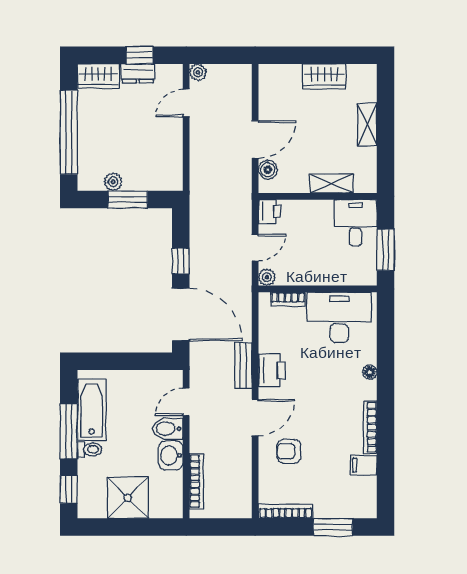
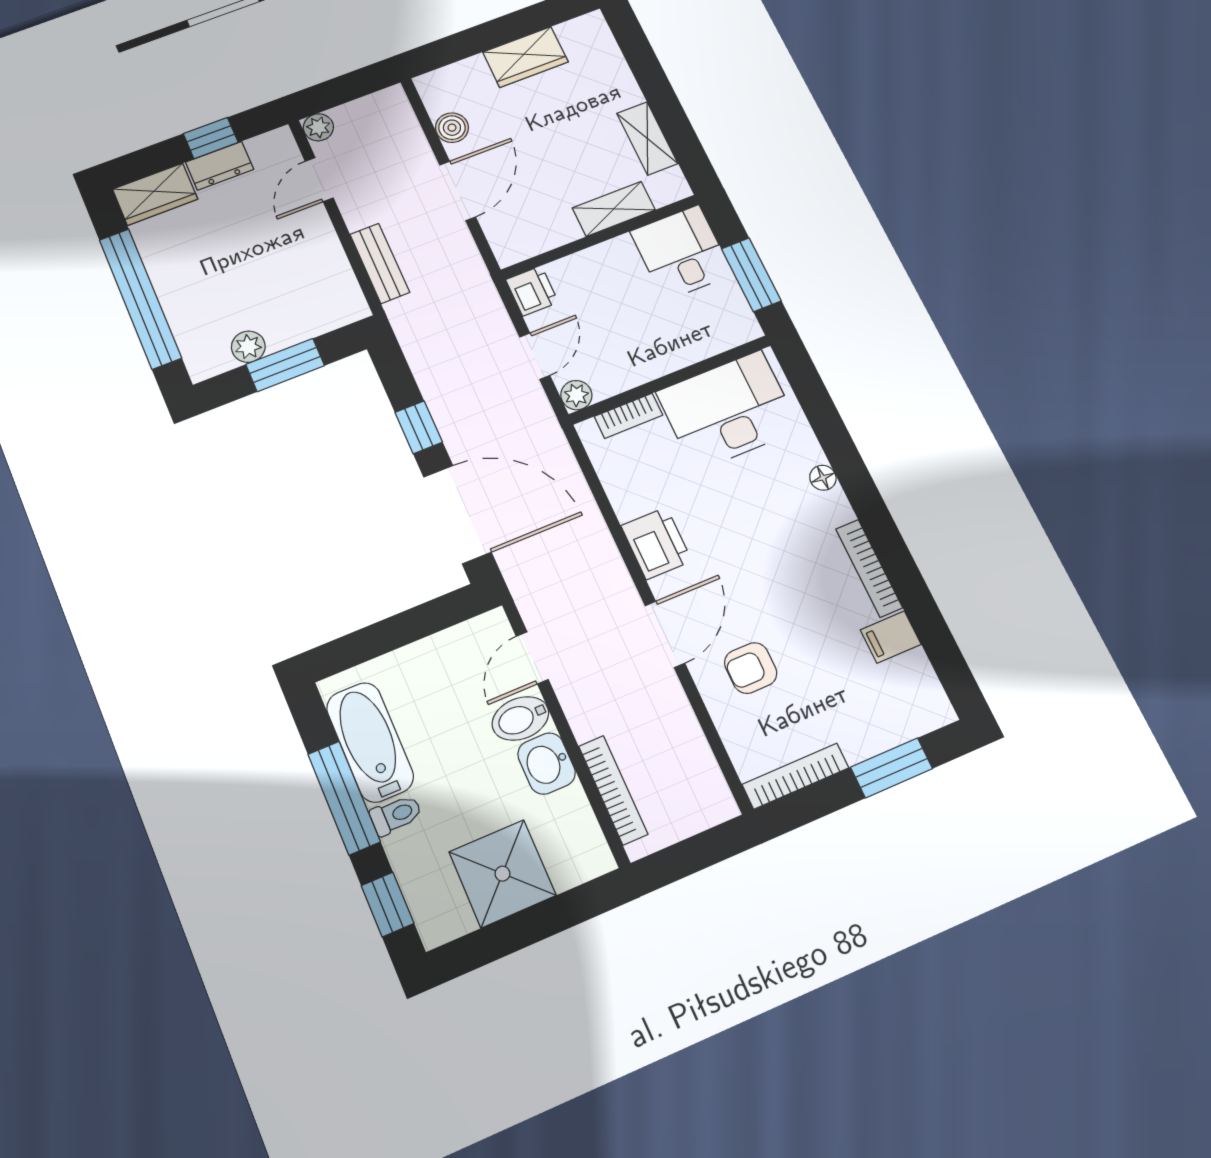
shelving: (367, 124) -> (647, 138), moved
boiler: (268, 170) -> (452, 128), moved
bench: (243, 366) -> (380, 263), moved

